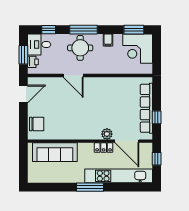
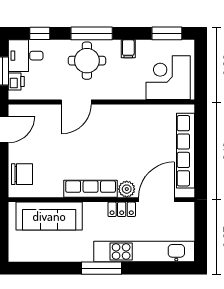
corner desk: (138, 49) -> (168, 78), moved, turned 90
door: (73, 76) -> (76, 102), hinge flipped
window: (157, 117) -> (201, 164), removed
row of seats: (83, 134) -> (91, 189), added
door: (127, 141) -> (156, 200), swing flipped
window: (157, 159) -> (201, 226), removed

